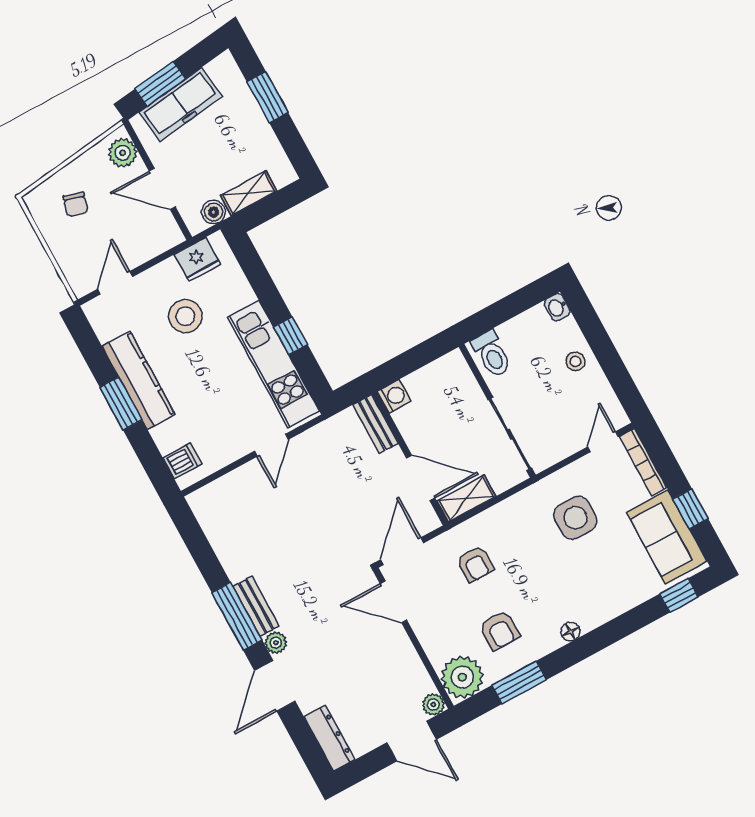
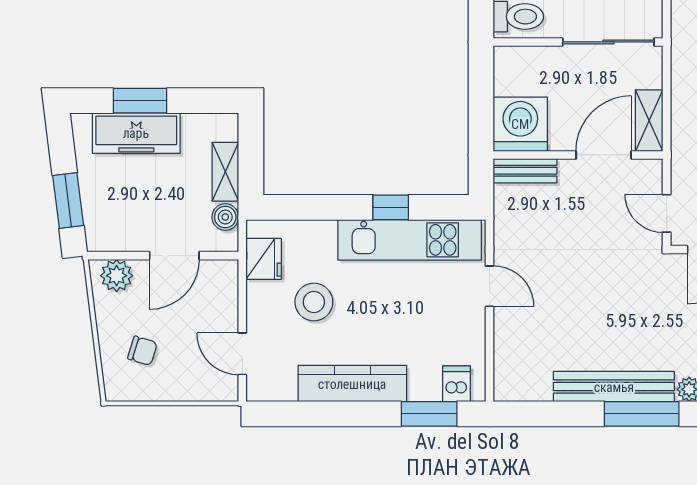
freezer: (181, 104) -> (136, 133), moved, turned 97
washing machine: (394, 396) -> (520, 124), width x1.89, depth x1.89
window: (121, 404) -> (429, 414), moved
door: (402, 551) -> (667, 213), width x0.73
bench: (256, 606) -> (614, 387), width x1.86, depth x1.21

